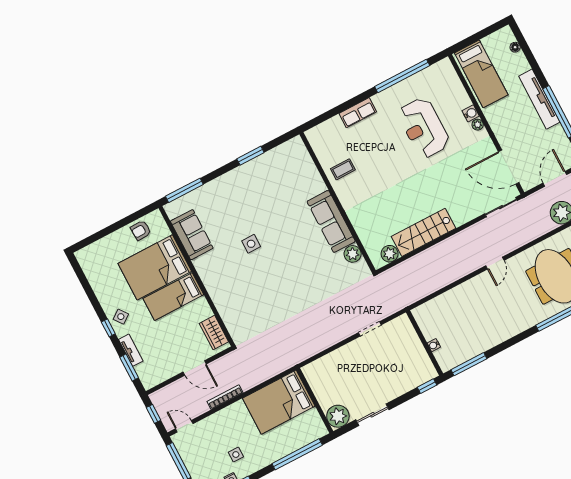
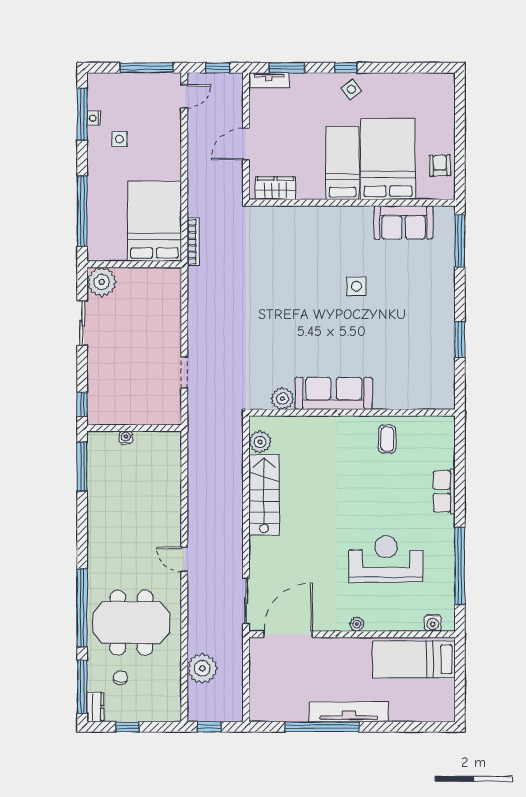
floor lamp: (515, 47) -> (424, 715), removed
water cooler: (471, 113) -> (433, 623), moved
door: (555, 179) -> (246, 681), removed
tv unit: (131, 350) -> (269, 80), moved
bookcase: (225, 397) -> (193, 242), moved

